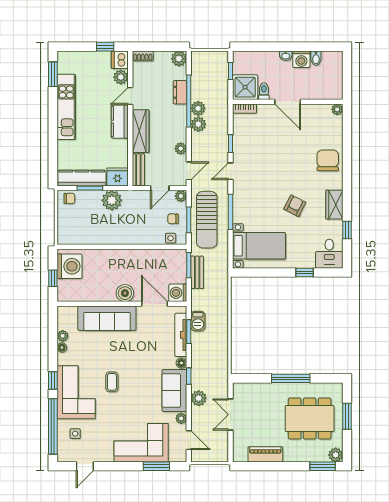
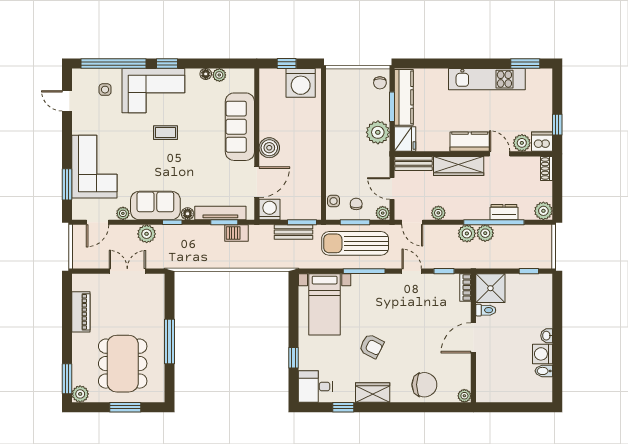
shower: (245, 87) -> (490, 288), moved
toilet: (264, 91) -> (486, 310), moved
door: (288, 102) -> (473, 338), moved
wall: (288, 102) -> (473, 338), moved
bookcase: (245, 109) -> (465, 288), moved
plant: (337, 109) -> (464, 396), moved

